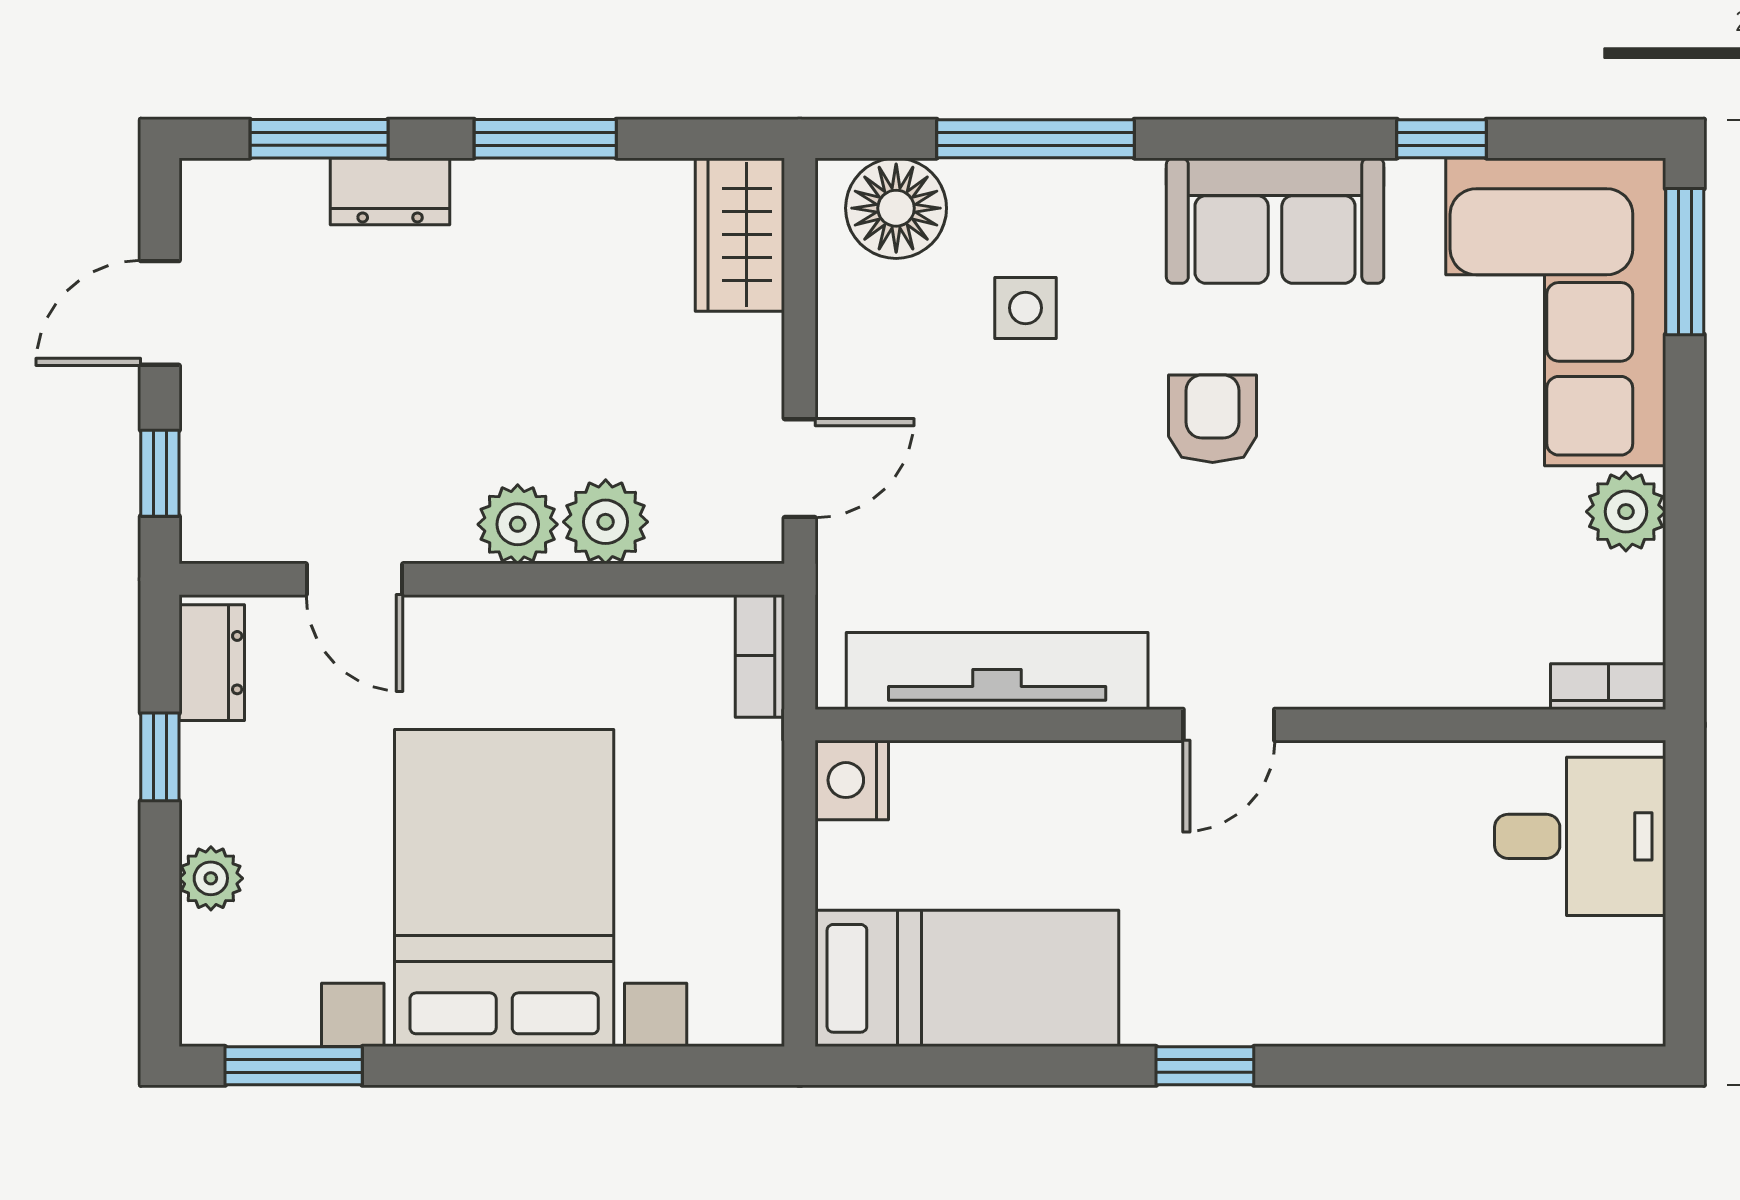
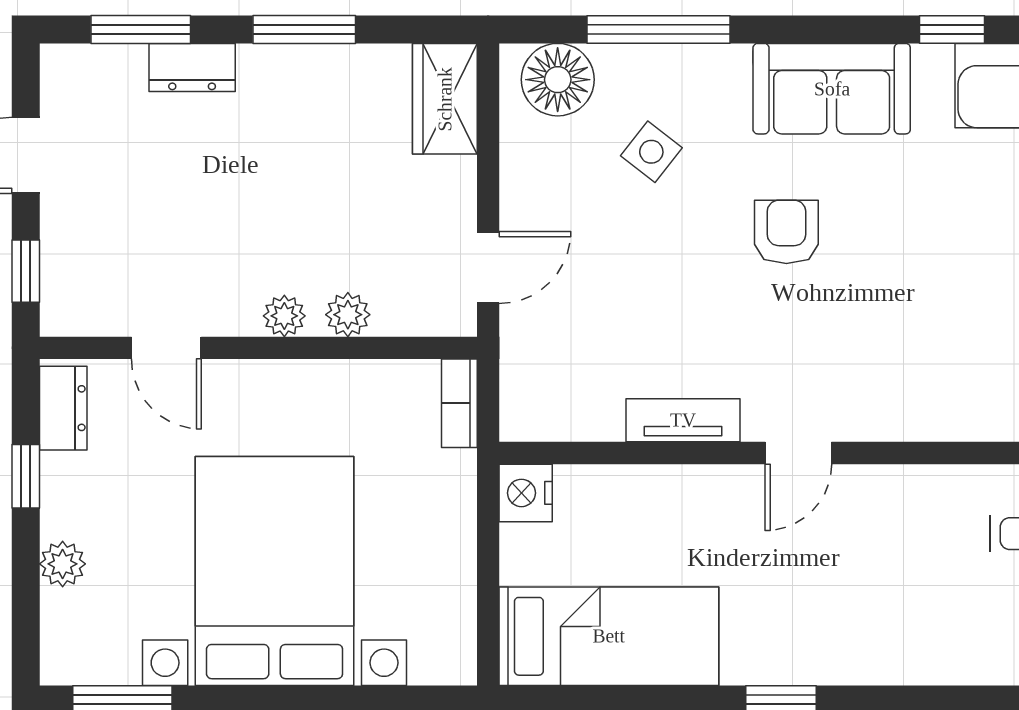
side table: (1025, 308) -> (651, 152), turned 38
plant: (606, 522) -> (348, 315), width x0.73, depth x0.73
plant: (518, 524) -> (284, 316), width x0.73, depth x0.73
tv unit: (997, 671) -> (683, 420), width x0.52, depth x0.78

